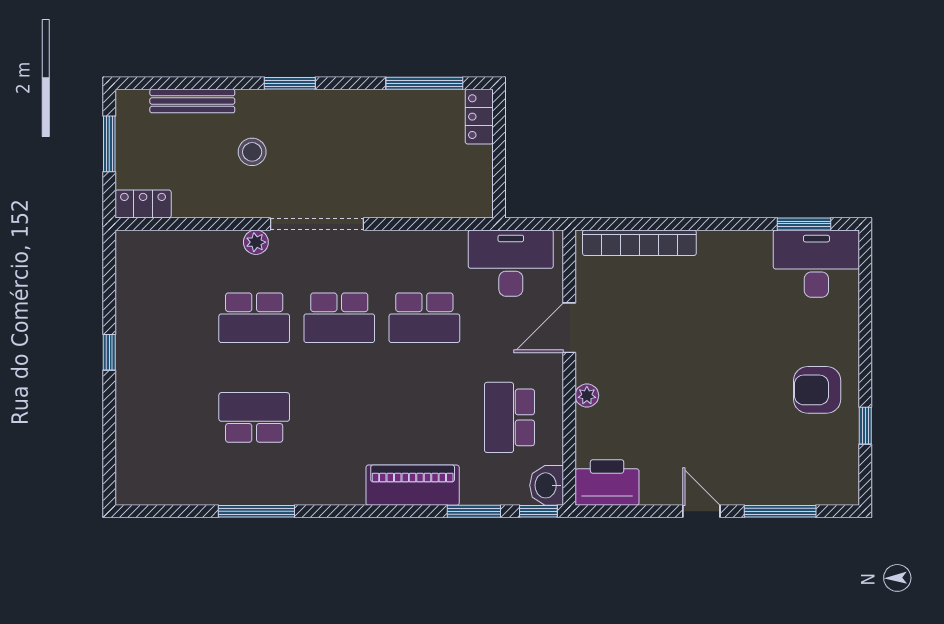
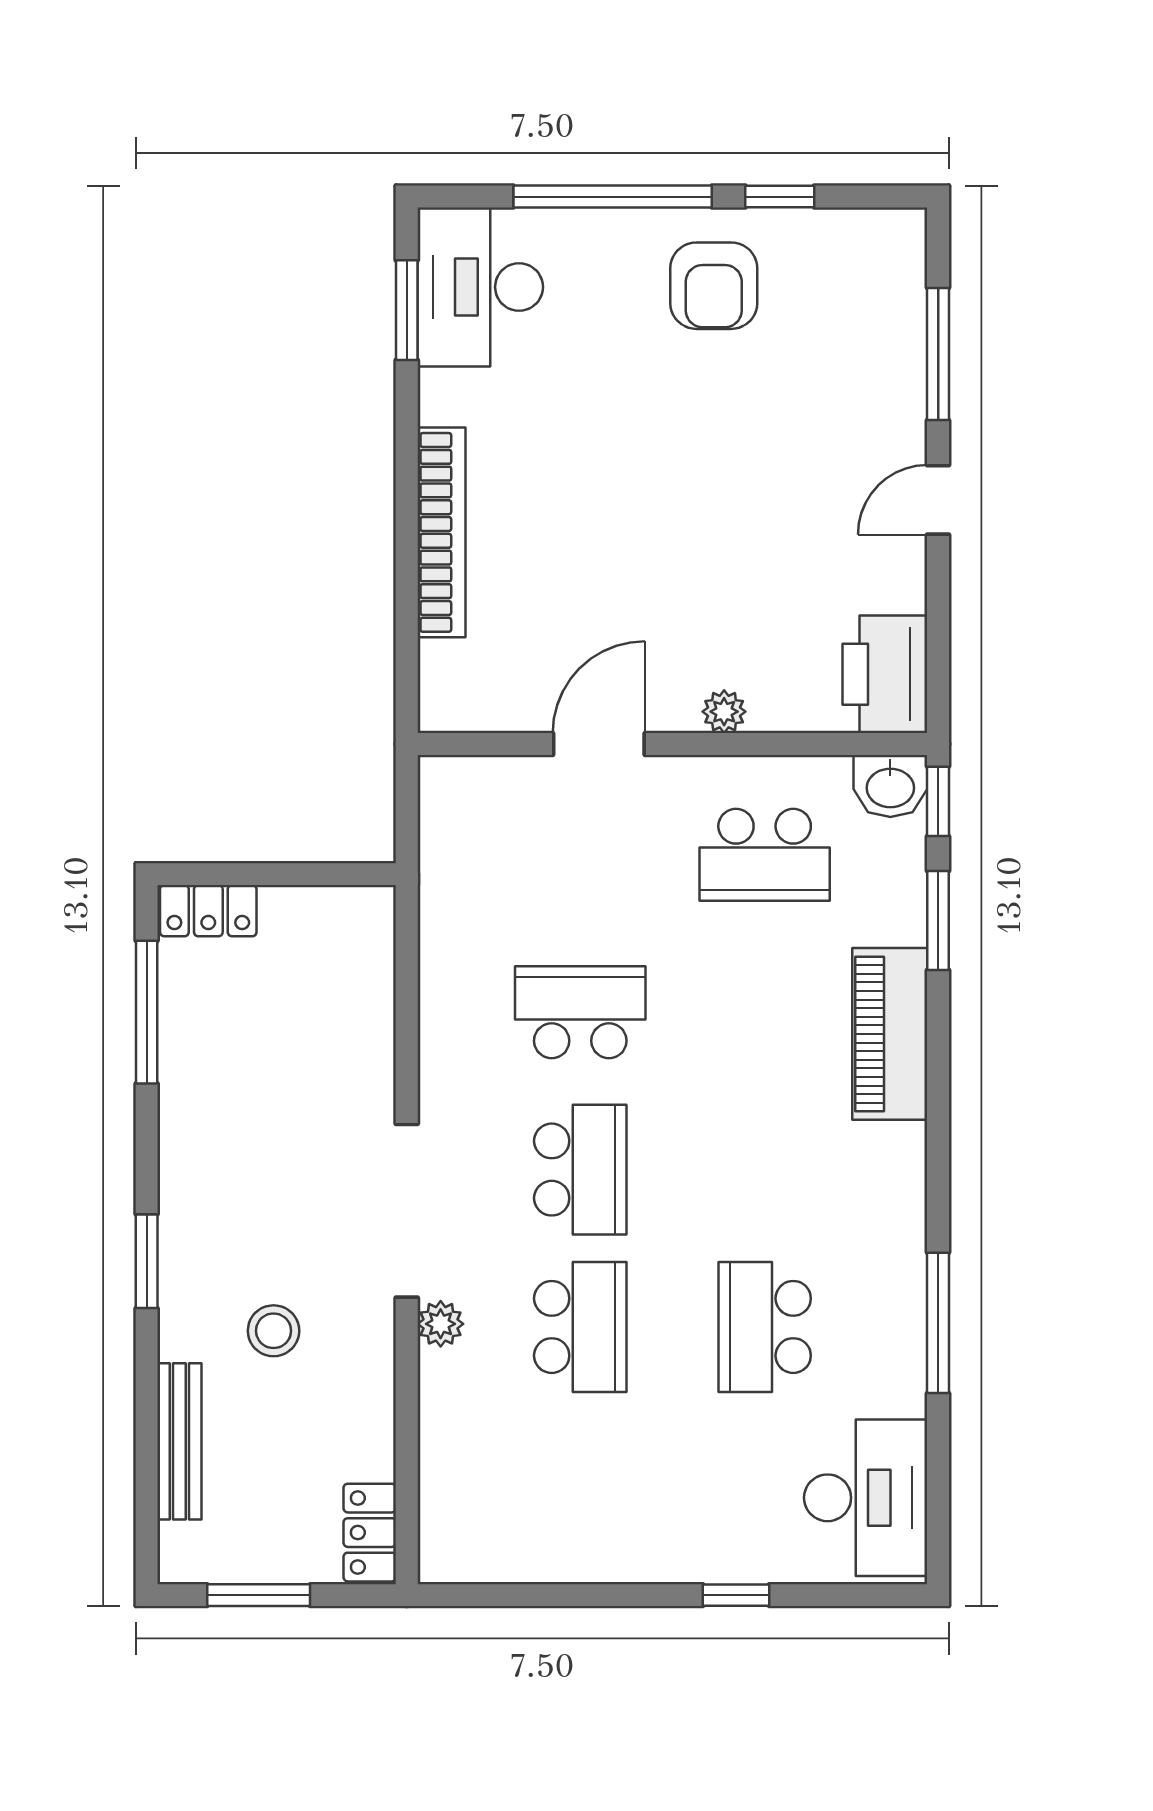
bookcase: (639, 243) -> (441, 532), moved
desk: (511, 263) -> (866, 1498), moved, turned 180
school desk: (424, 318) -> (580, 1012), turned -90
door: (569, 328) -> (599, 744), swing flipped
window: (865, 335) -> (613, 197), added
window: (109, 352) -> (736, 1595), moved

